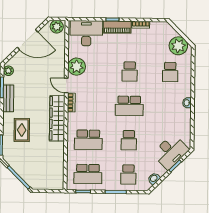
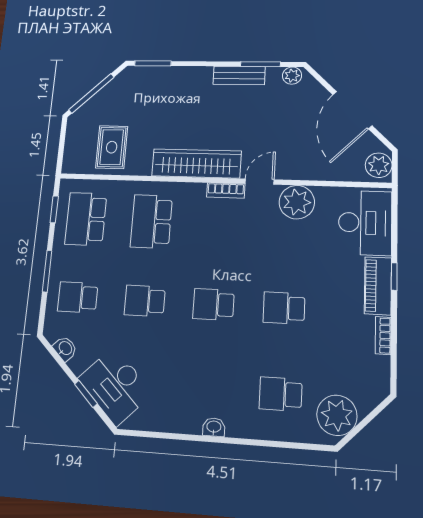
school desk: (129, 106) -> (213, 304), width x0.54
rug: (22, 130) -> (112, 147), moved, turned 90

